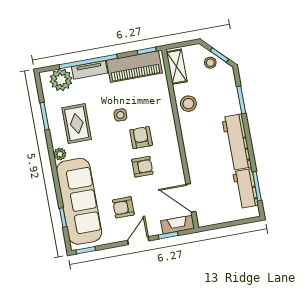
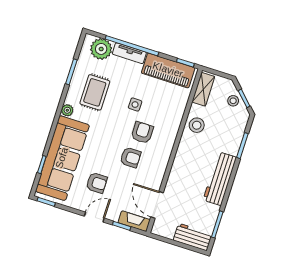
workbench: (246, 189) -> (193, 237), moved, turned 90
armchair: (123, 207) -> (97, 183), turned 180

